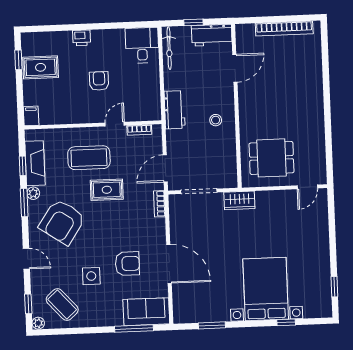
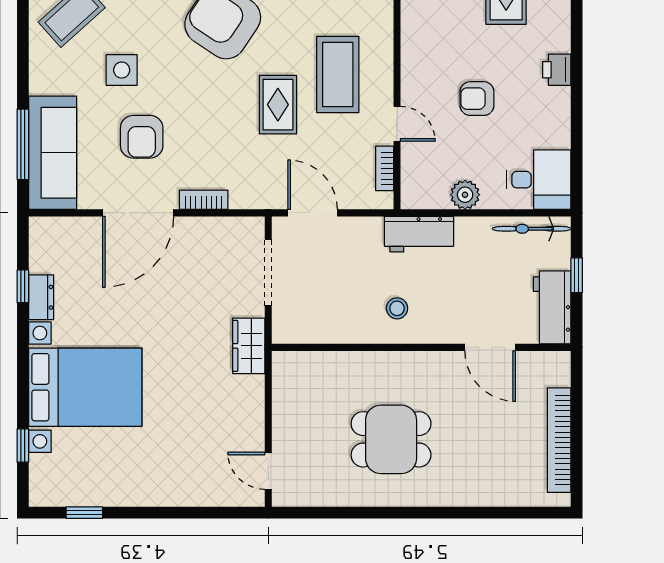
armchair: (99, 81) -> (477, 99), turned 180
plant: (152, 85) -> (465, 195), added
dining table: (271, 158) -> (391, 439), moved, turned 90
bookcase: (159, 204) -> (204, 200), moved
sofa: (146, 312) -> (53, 153), width x1.36
dresser: (217, 315) -> (41, 297), added
window: (286, 322) -> (23, 446), moved
window: (212, 325) -> (23, 286), width x0.67

